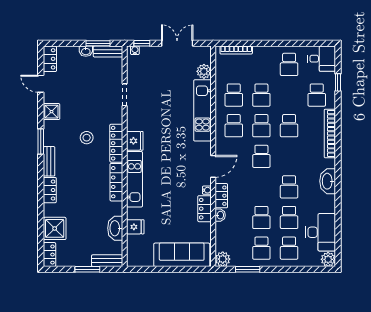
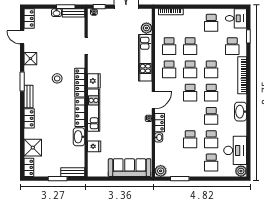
locker: (205, 209) -> (147, 132), removed
washbasin: (115, 228) -> (79, 137), moved
school desk: (261, 248) -> (211, 93), moved

